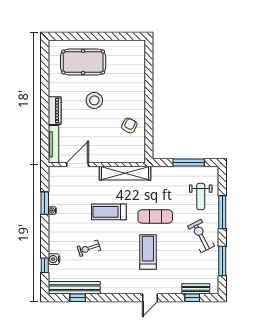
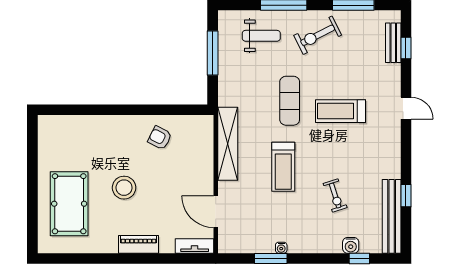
tv unit: (53, 144) -> (195, 246), width x0.71
window: (78, 298) -> (406, 196), moved

